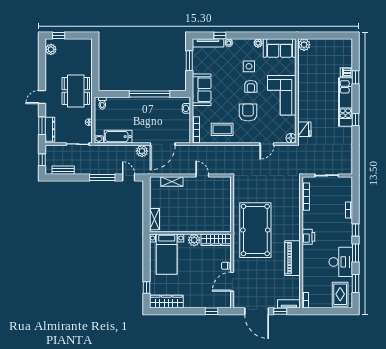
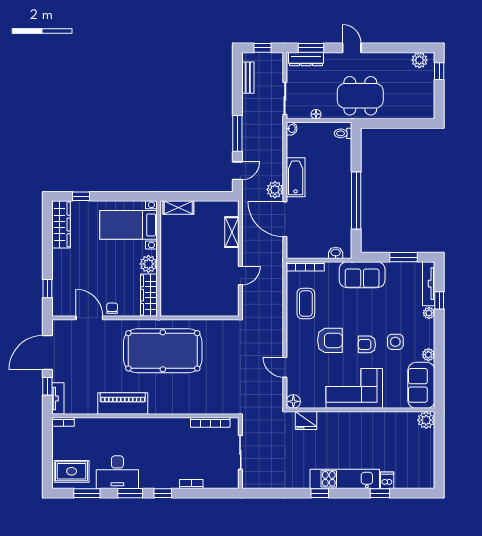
bathtub: (118, 137) -> (296, 177), moved
printer: (308, 237) -> (153, 426), removed

